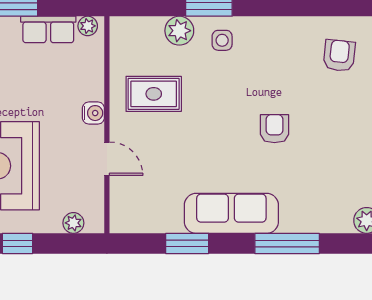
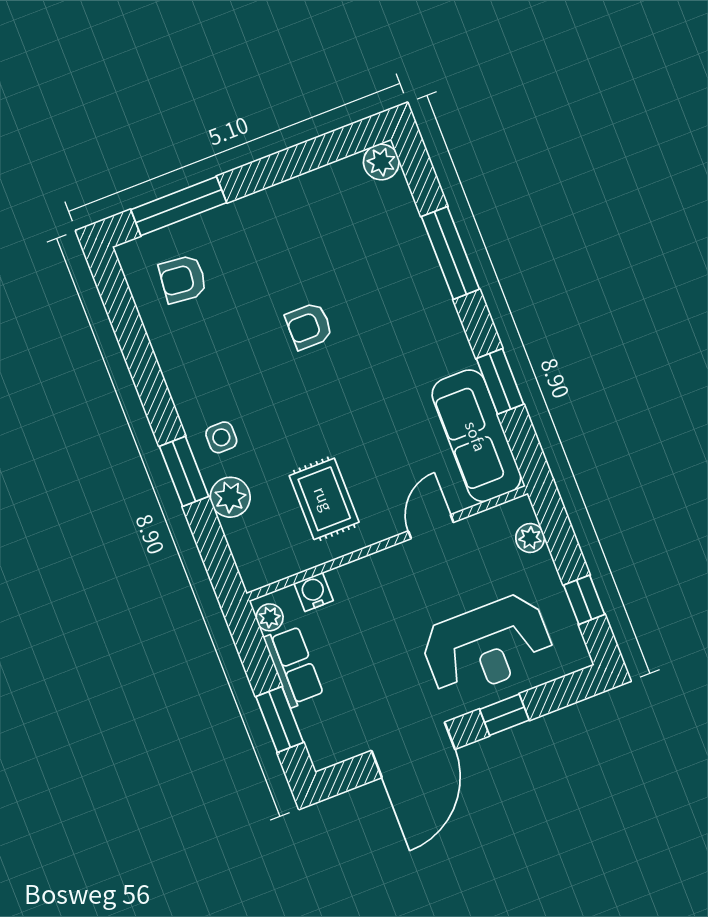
water cooler: (93, 113) -> (314, 592), moved
sofa: (231, 213) -> (476, 436), moved

